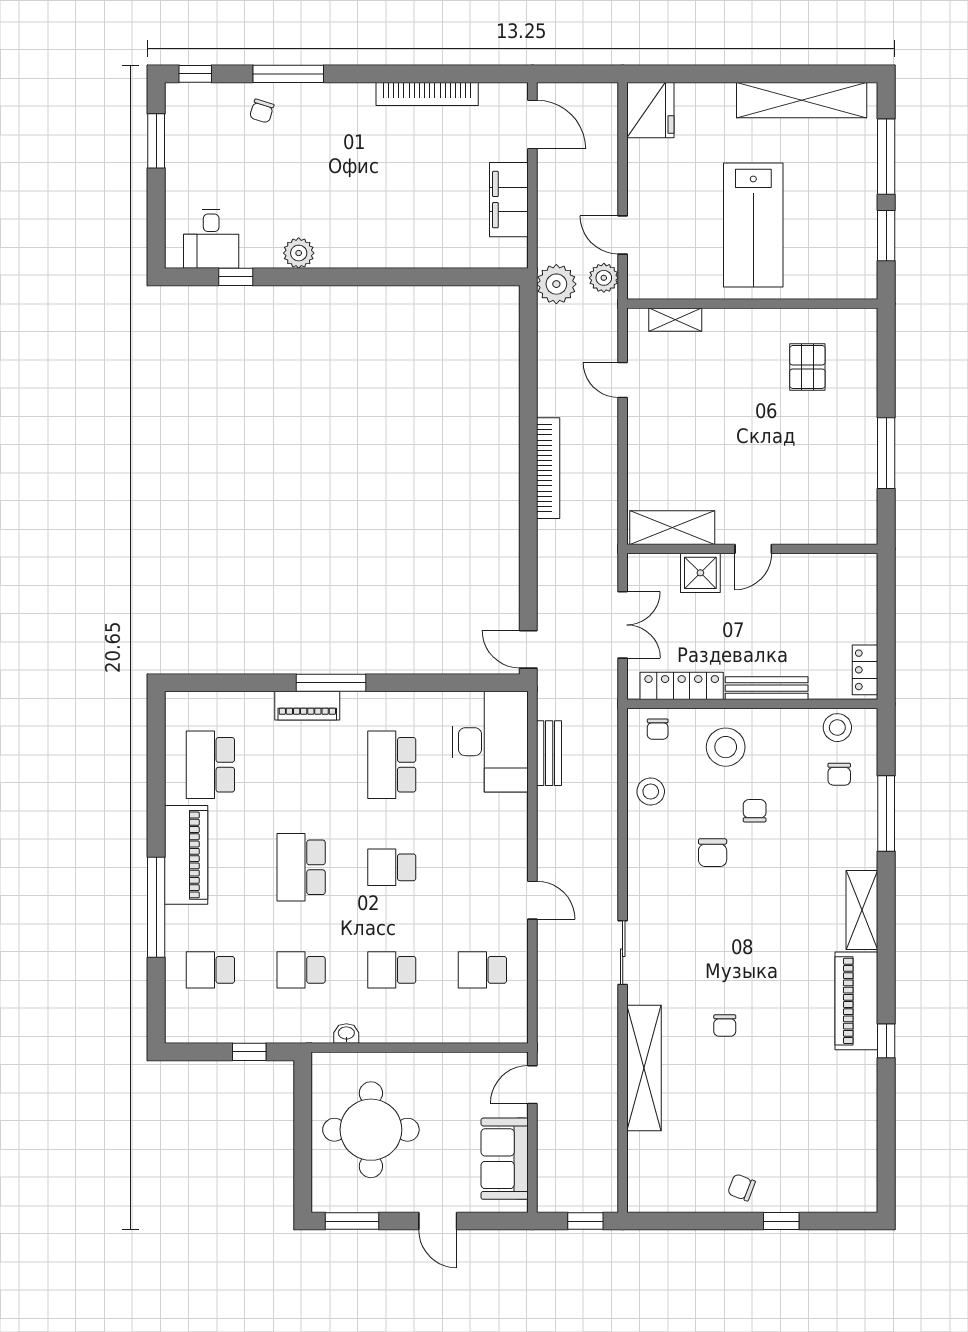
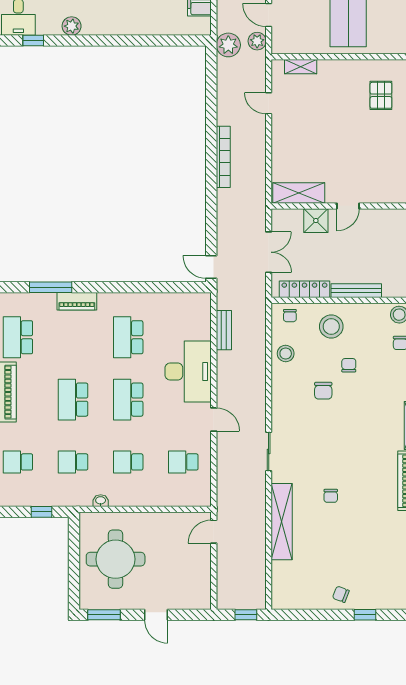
window: (331, 683) -> (51, 287), moved
desk: (490, 742) -> (188, 371), moved
school desk: (392, 867) -> (128, 400), width x1.85
sofa: (505, 1159) -> (197, 577), removed

